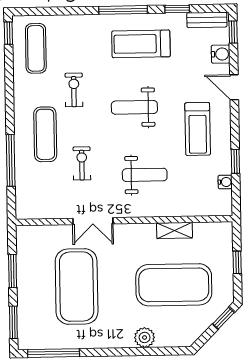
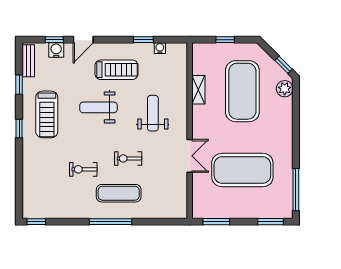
window: (123, 10) -> (19, 128), width x0.46
window: (233, 32) -> (54, 40), moved
exercise mat: (36, 48) -> (49, 200), removed
weight bench: (134, 107) -> (98, 107), moved, turned 90
window: (11, 160) -> (111, 222), moved
exercise bike: (82, 163) -> (128, 158), moved
window: (13, 271) -> (216, 222), moved
window: (224, 318) -> (283, 65), moved
plant: (145, 337) -> (285, 89), moved

